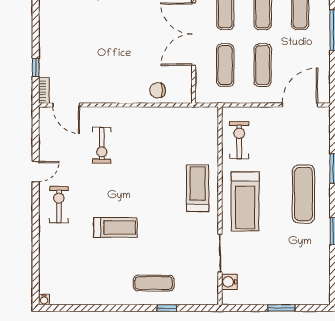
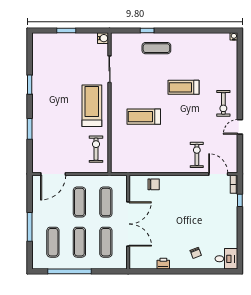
exercise bike: (239, 140) -> (96, 149), turned 180
exercise bike: (102, 145) -> (197, 155), moved
treadmill: (198, 188) -> (144, 117), moved, turned 90
exercise mat: (303, 194) -> (51, 111), removed
water cooler: (229, 282) -> (103, 38), moved

